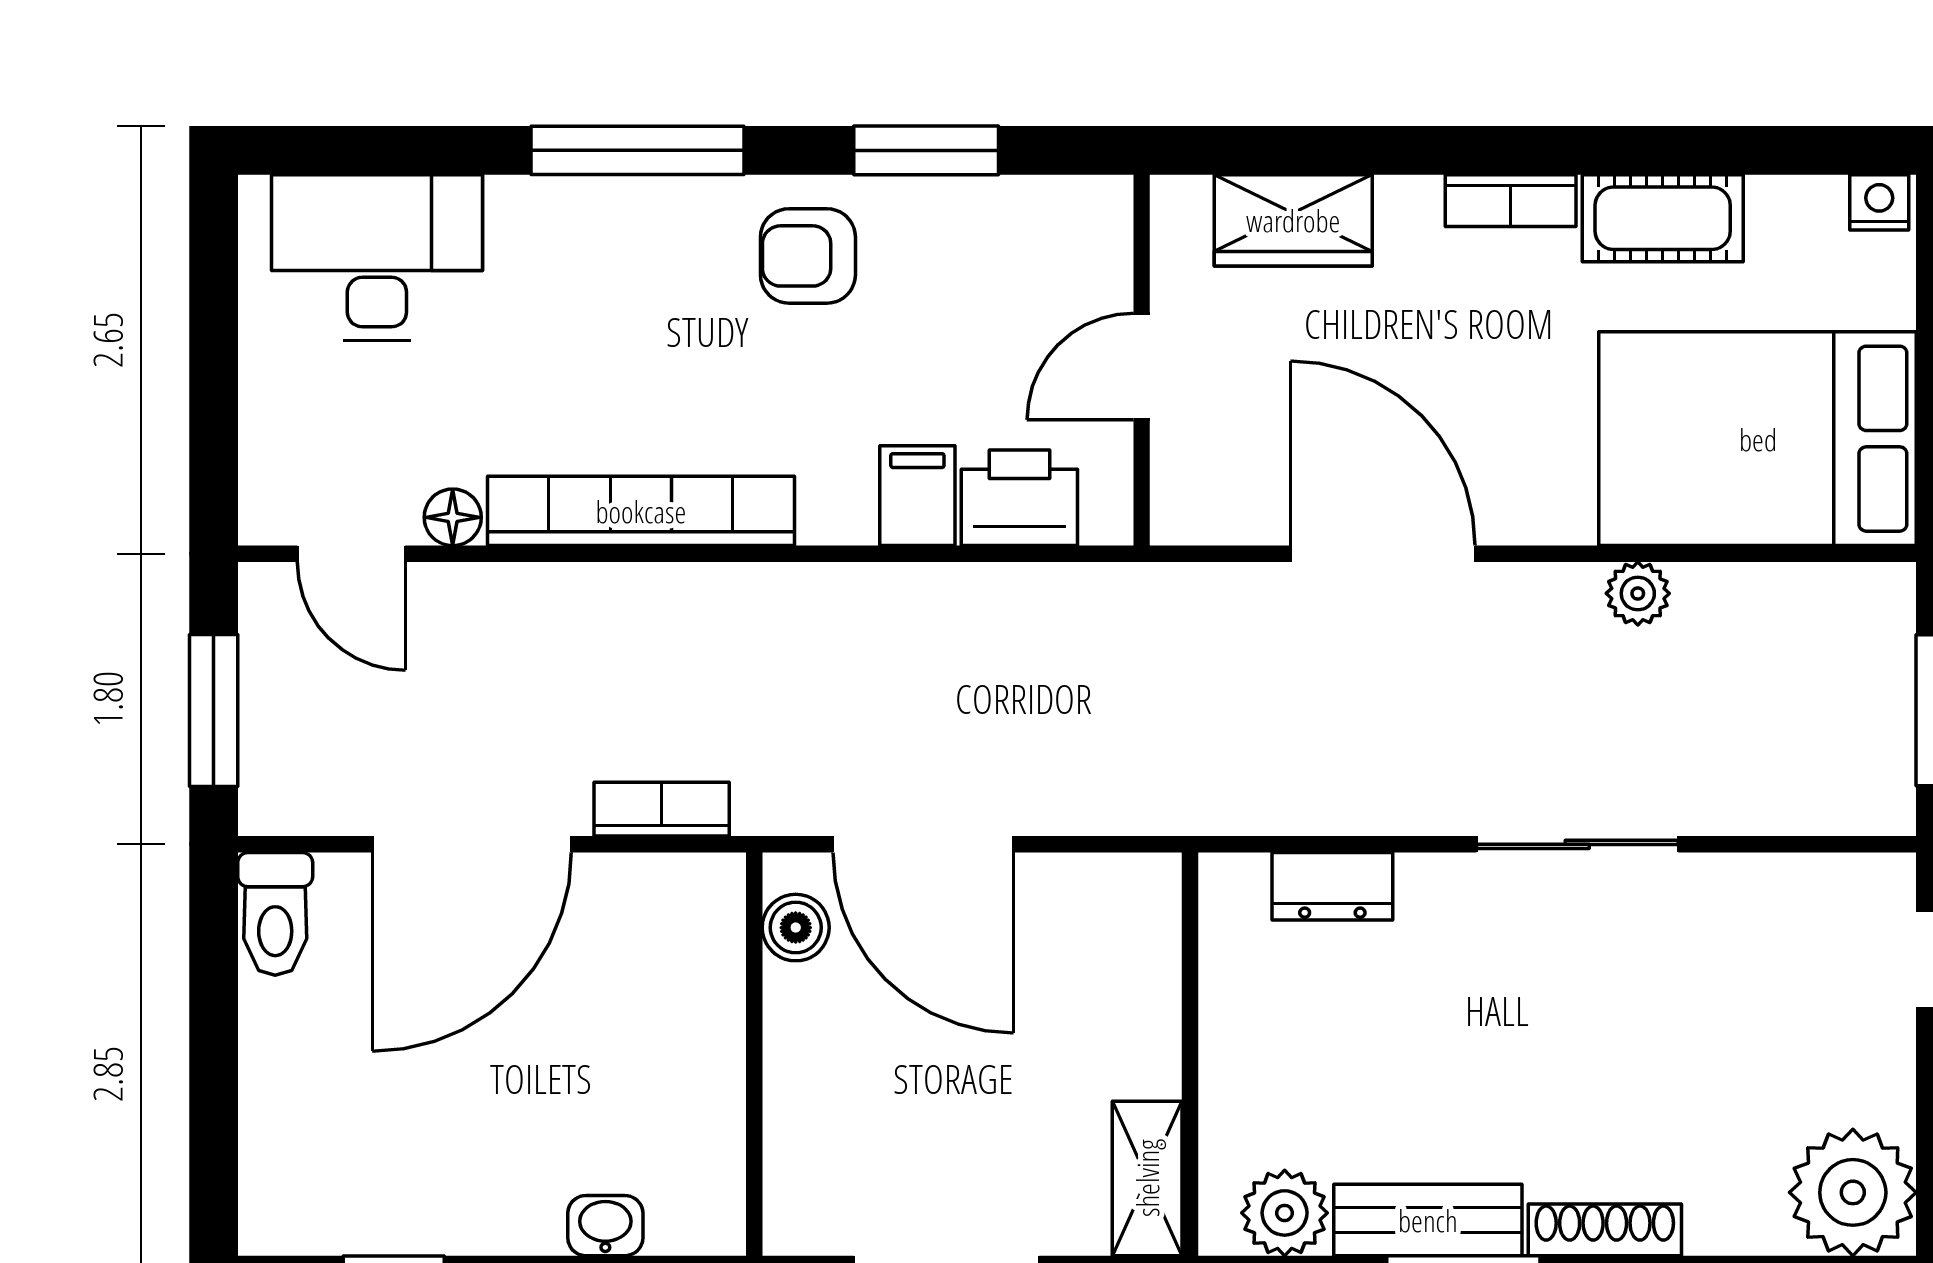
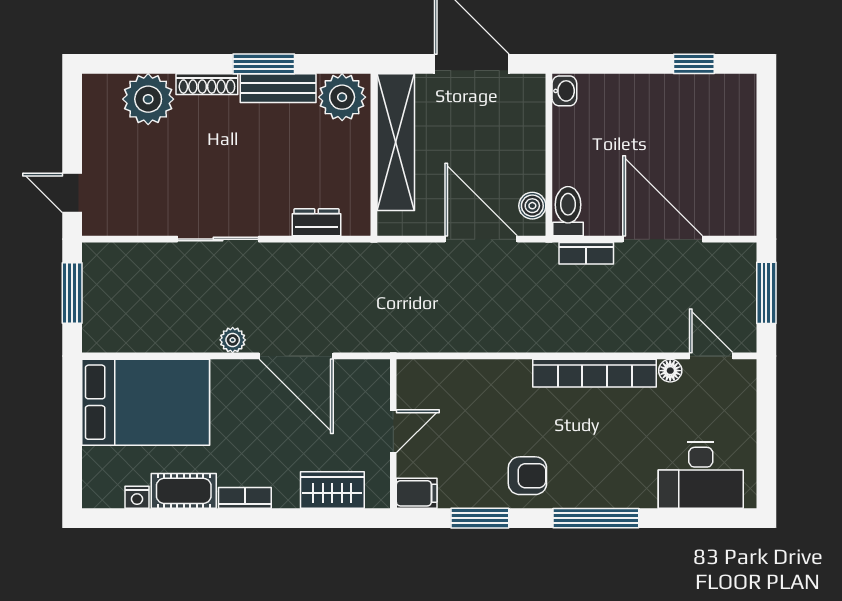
nightstand: (1879, 202) -> (137, 497), moved
filing cabinet: (917, 496) -> (417, 493), moved, turned -90
printer: (1019, 498) -> (442, 378), removed
plant: (1638, 593) -> (233, 340), moved
door: (472, 844) -> (663, 239), hinge flipped
toilet: (275, 914) -> (568, 211), moved
shelving: (1147, 1178) -> (396, 142), width x2.20, depth x1.33
plant: (1853, 1192) -> (148, 99), moved
plant: (1285, 1213) -> (342, 97), width x1.36, depth x1.36
washbasin: (605, 1226) -> (564, 91), moved, turned -90

